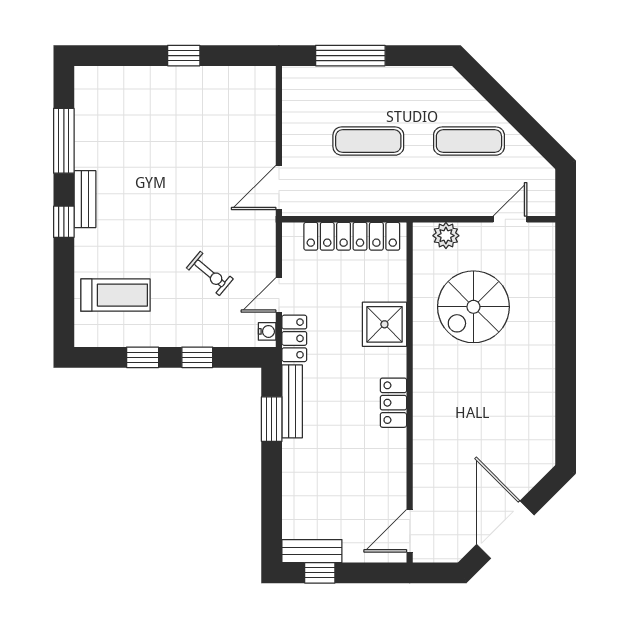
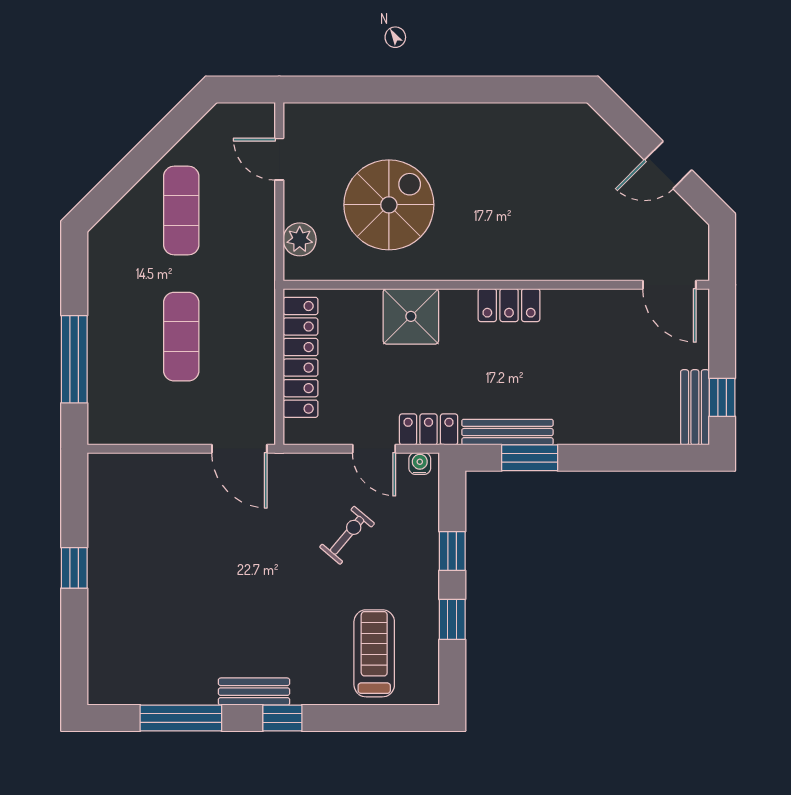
spiral stairs: (473, 307) -> (389, 205), turned -90
door: (505, 530) -> (668, 165), width x0.53

